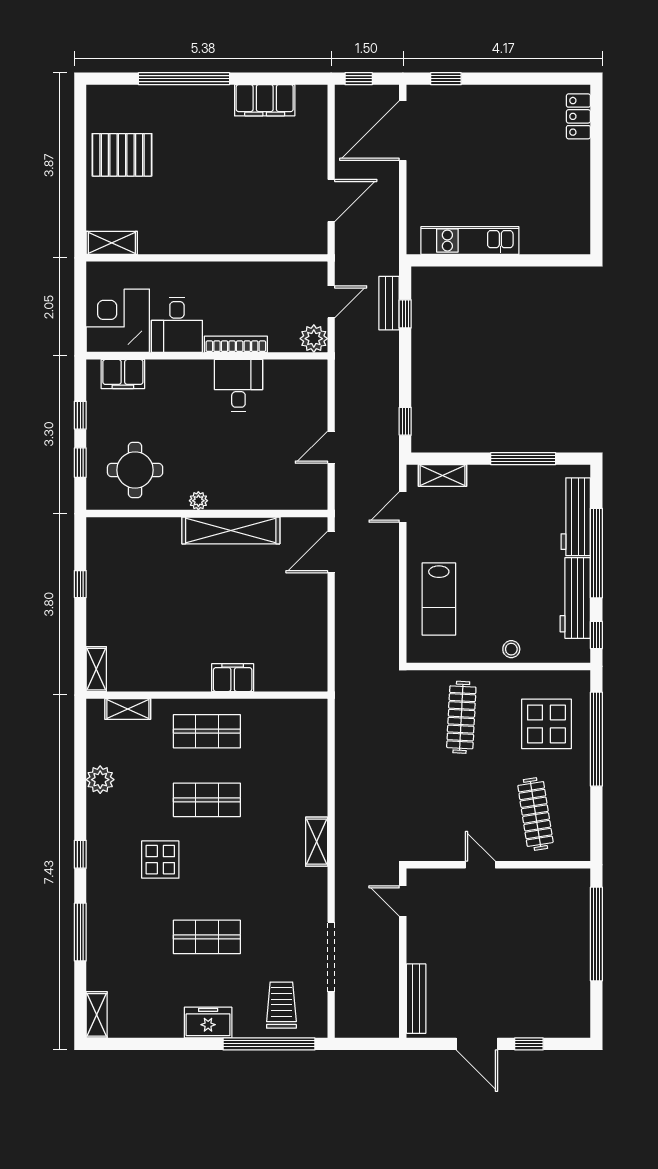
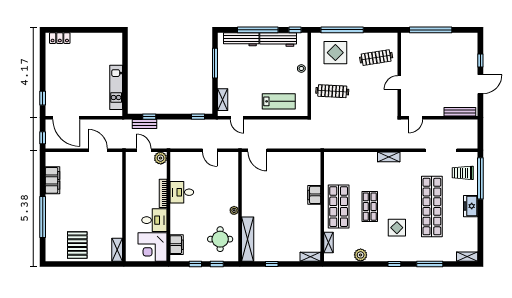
shelving: (231, 531) -> (248, 239), moved
shop shelf: (207, 731) -> (339, 207), width x1.43, depth x1.36
shop shelf: (207, 937) -> (432, 207), width x2.00, depth x1.36

